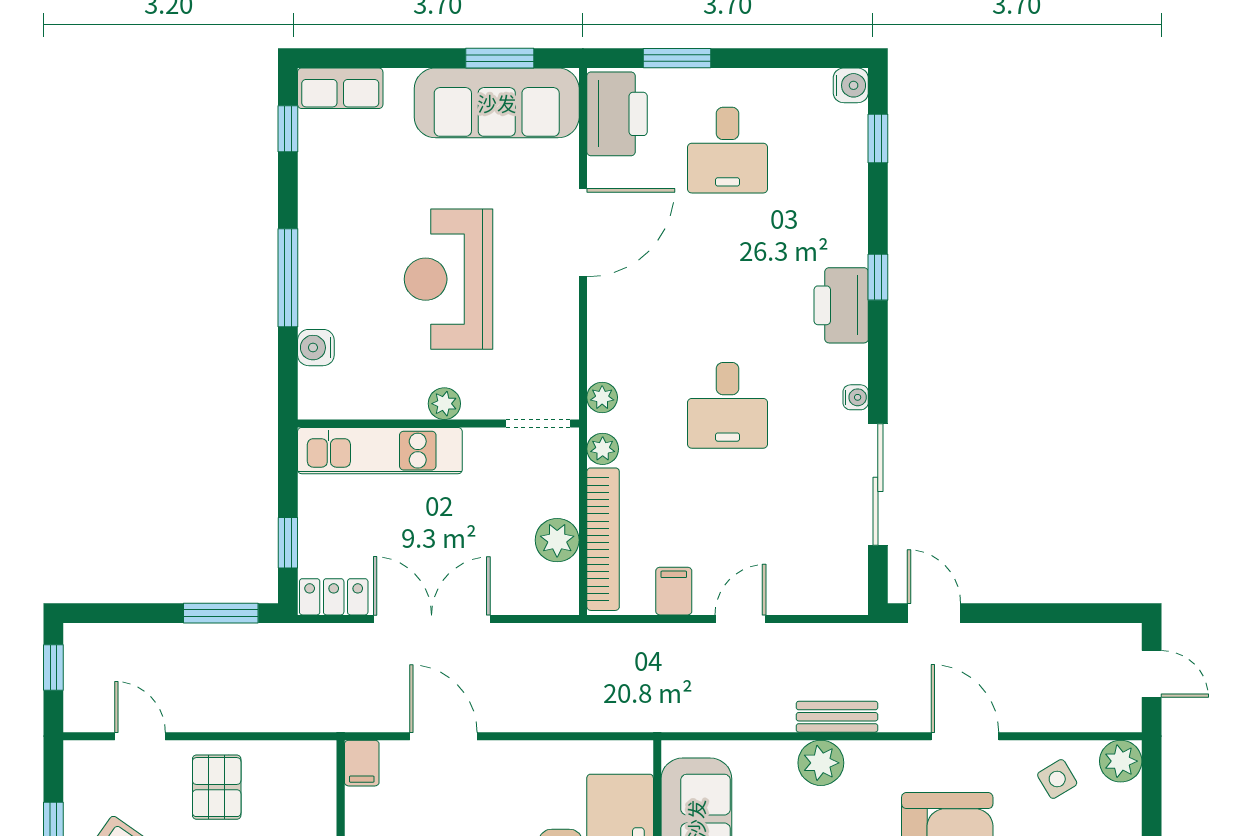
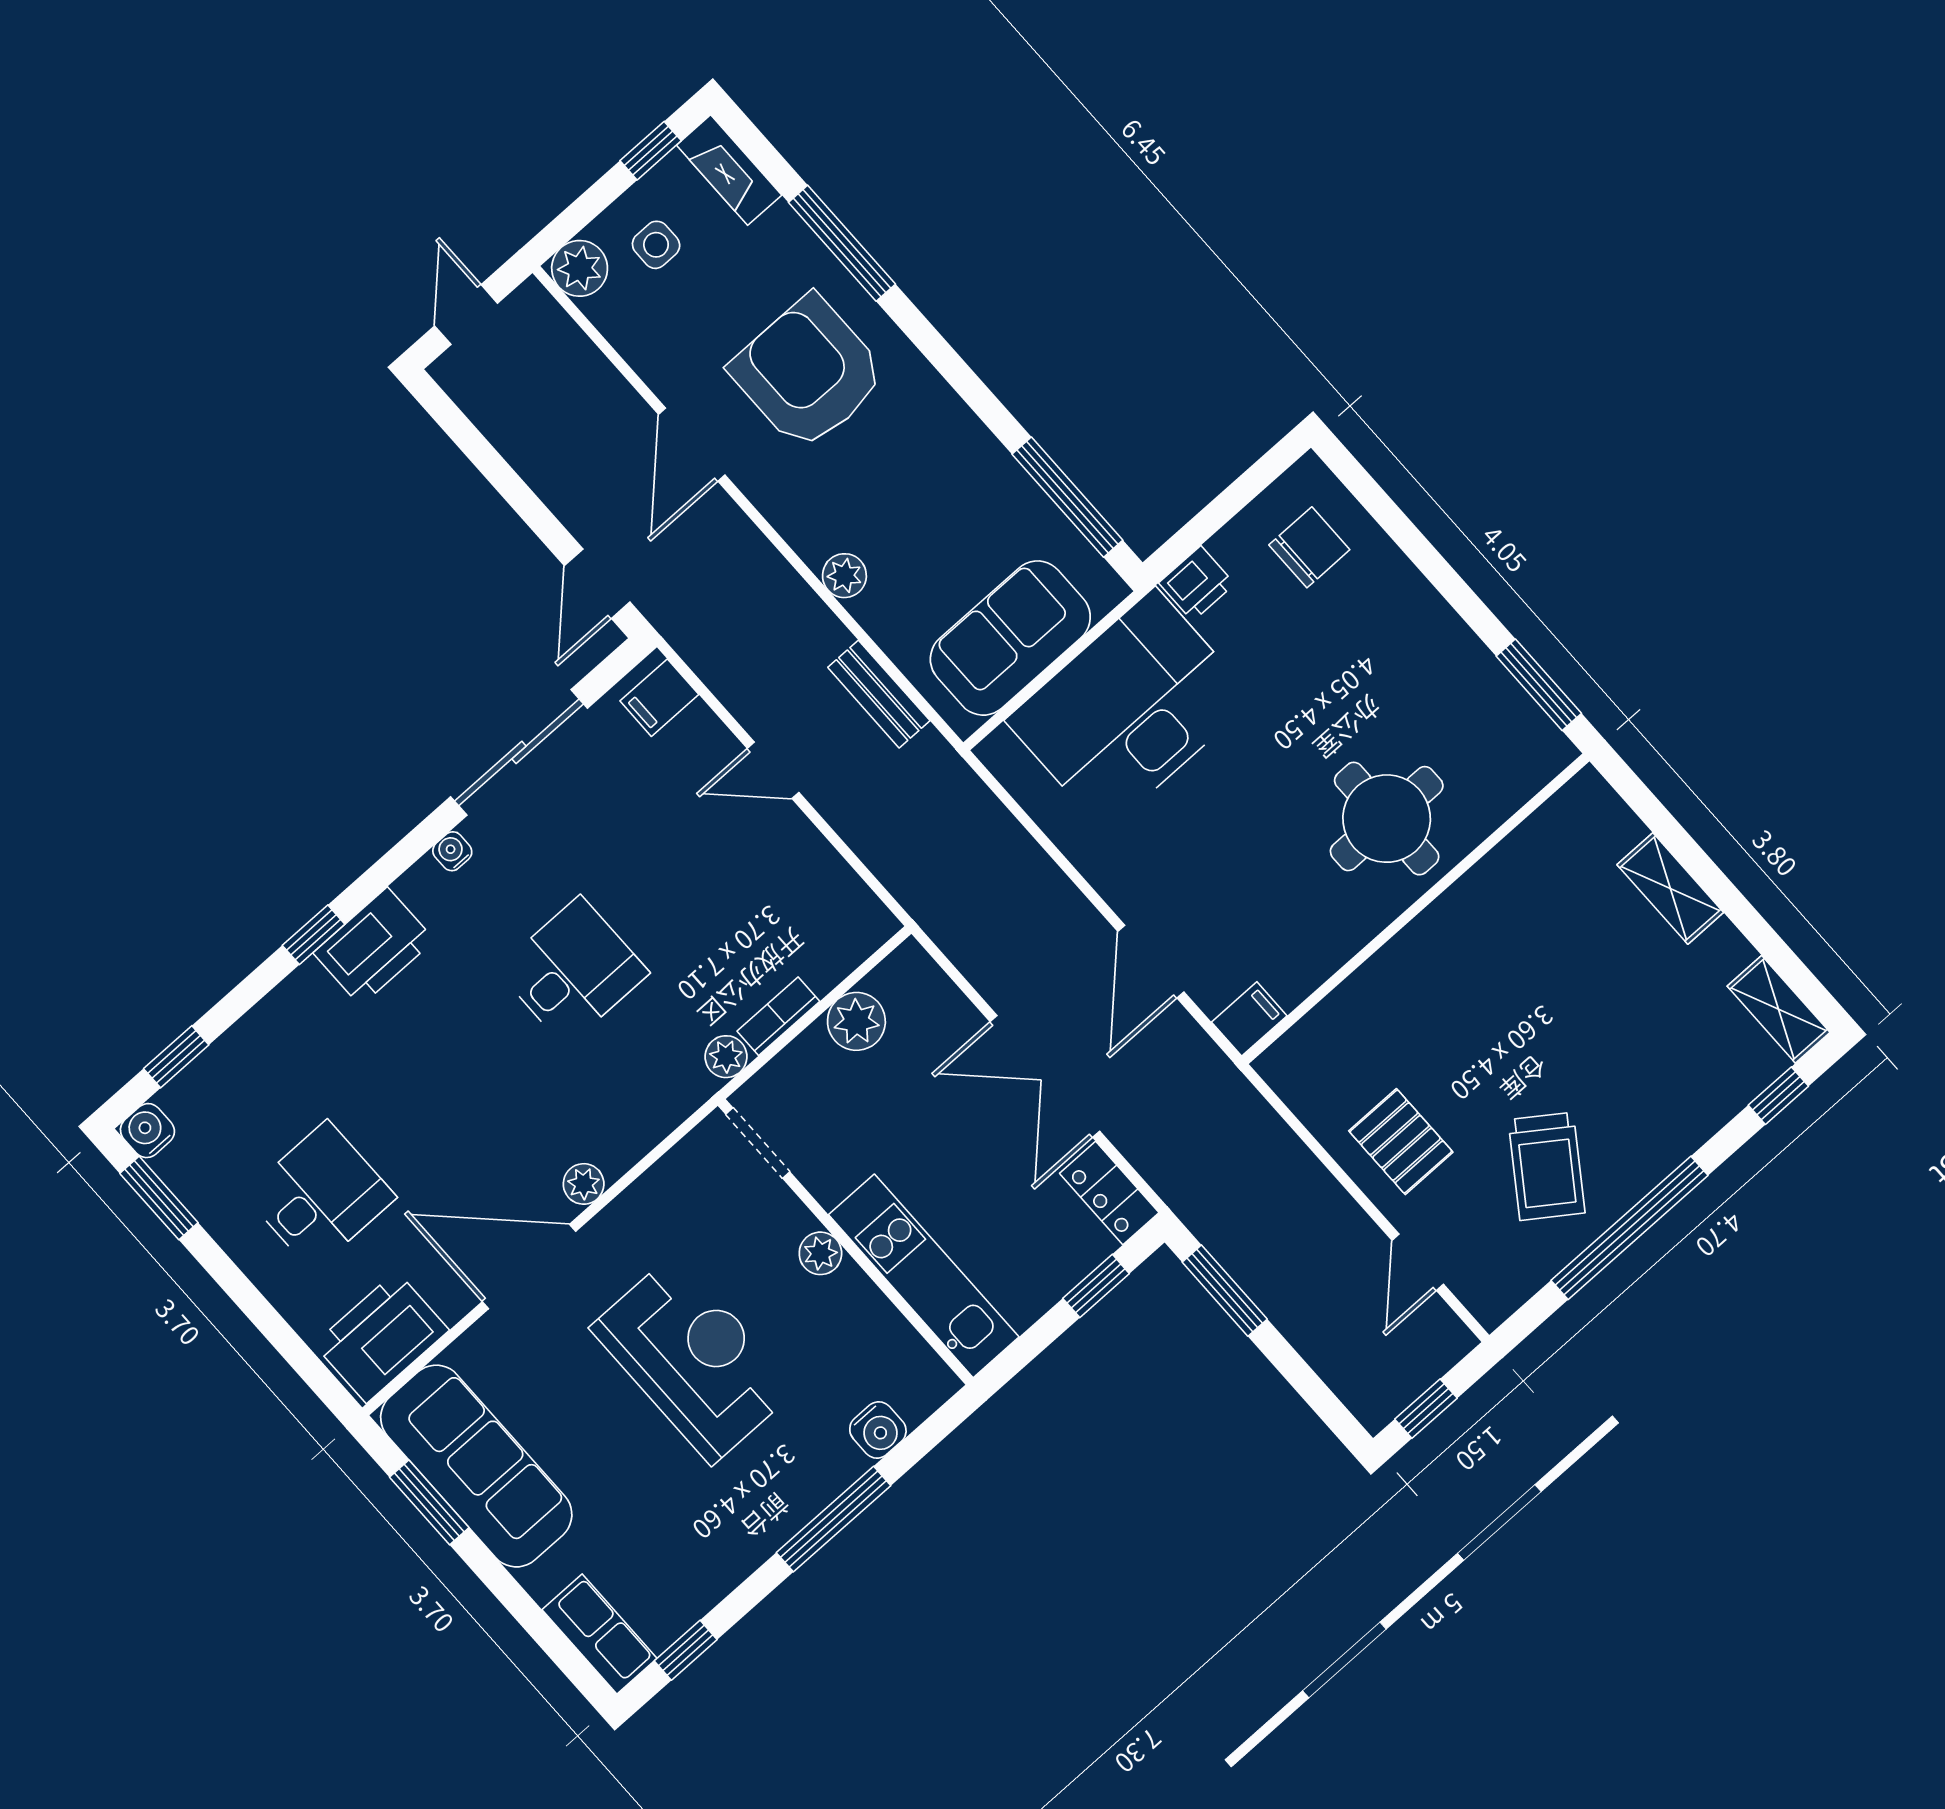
window: (677, 58) -> (159, 1198), moved
reception desk: (449, 279) -> (693, 1359), turned -90
plant: (602, 397) -> (584, 1184), moved
bookcase: (603, 539) -> (778, 1016), width x0.43, depth x0.76
filing cabinet: (674, 591) -> (659, 698), moved
bench: (837, 717) -> (879, 694), moved
plant: (821, 763) -> (844, 576), width x0.73, depth x0.73
side table: (1057, 779) -> (656, 245), moved, turned 31
pallet: (217, 787) -> (1401, 1142), turned 90

